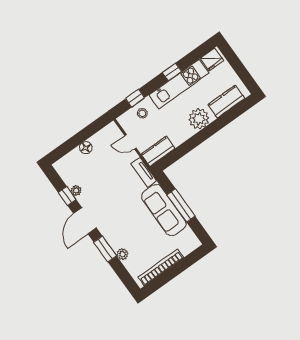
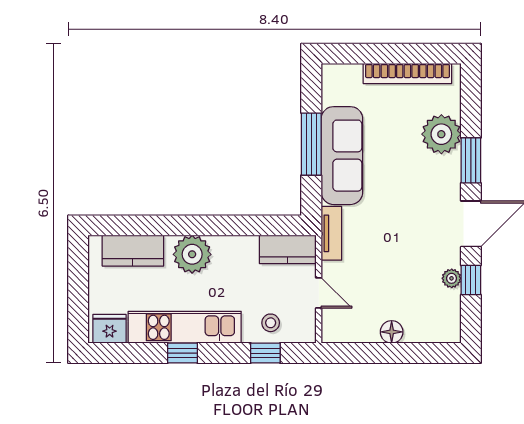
plant: (122, 254) -> (441, 134), width x1.88, depth x1.88

